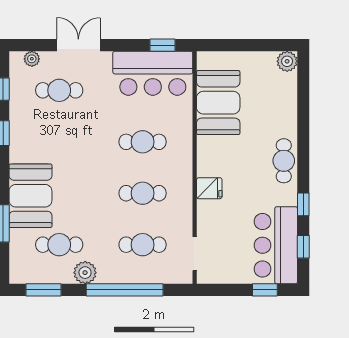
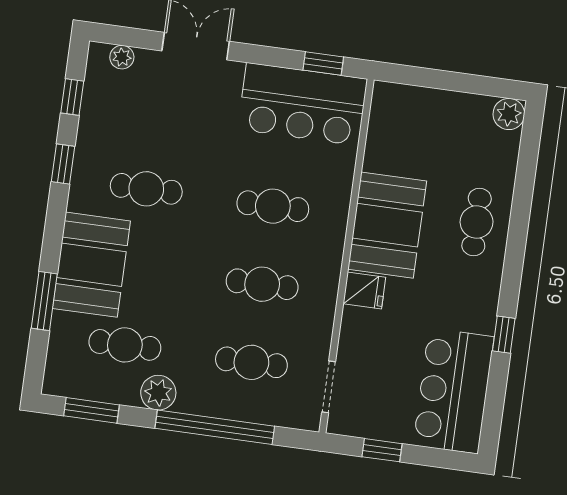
cafe table: (59, 90) -> (146, 189), moved
booth: (218, 103) -> (387, 225), moved
cafe table: (284, 161) -> (477, 222), moved
window: (303, 247) -> (495, 399), removed
window: (265, 290) -> (382, 450), moved

